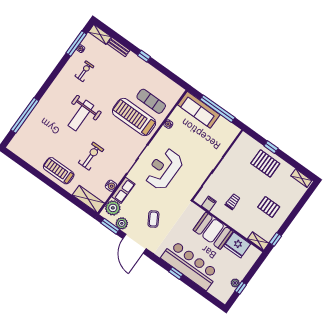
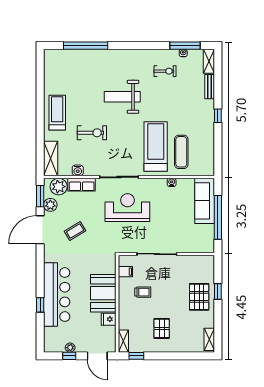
fridge: (237, 245) -> (109, 319), width x0.53, depth x0.75
door: (255, 268) -> (97, 356), added
window: (176, 273) -> (40, 305), moved

